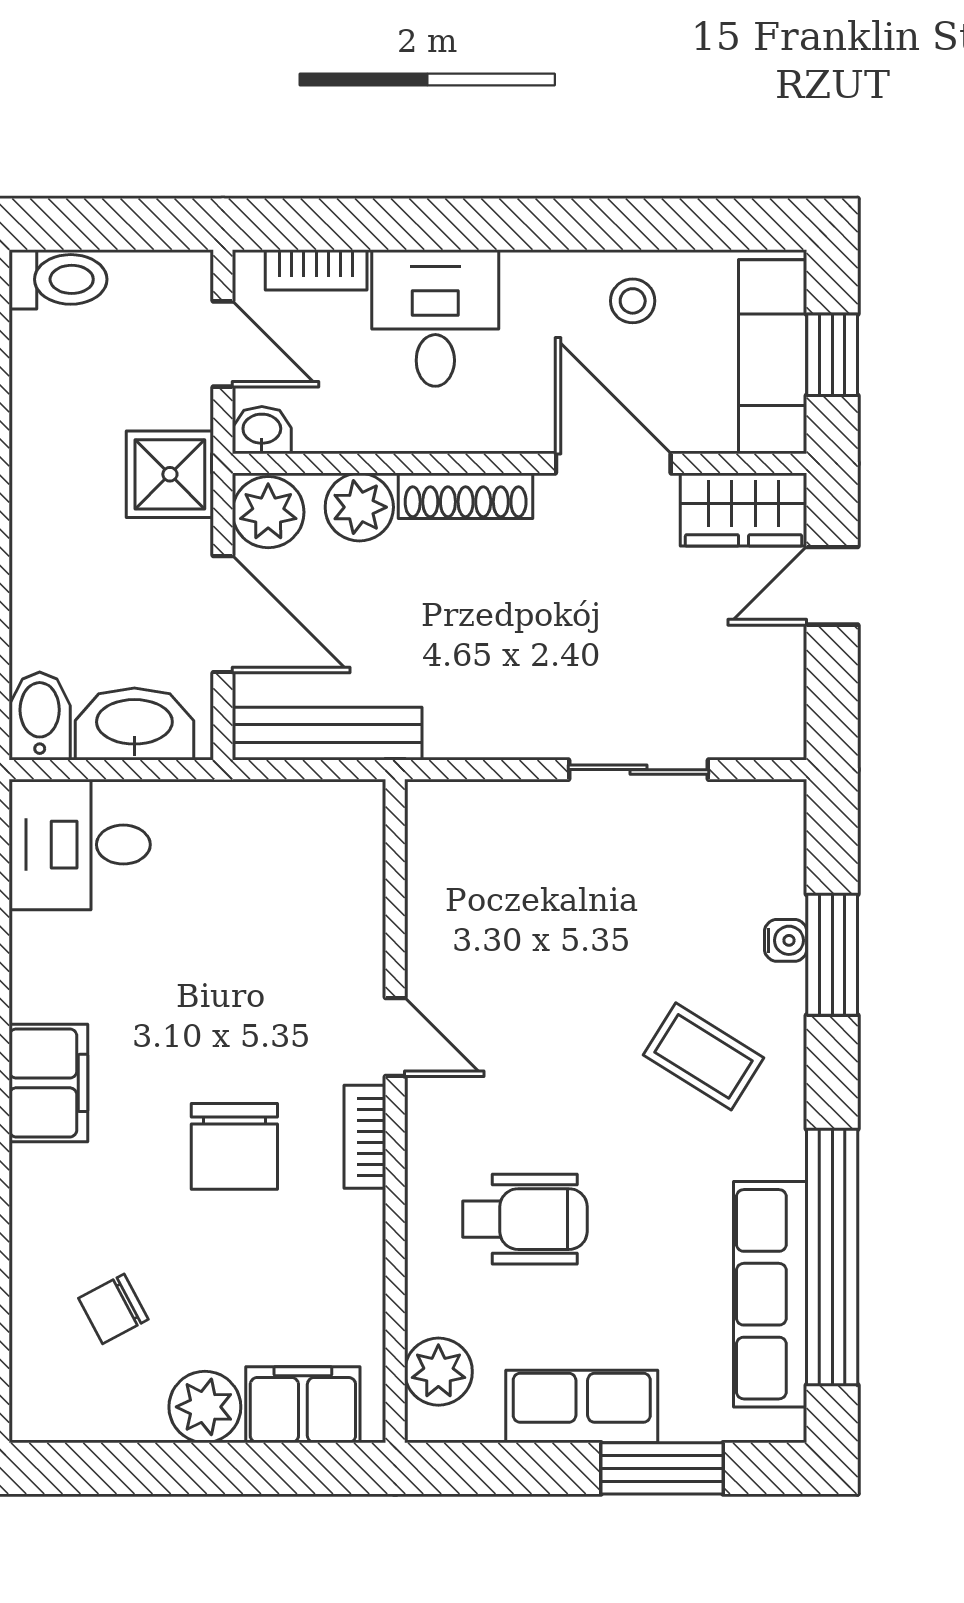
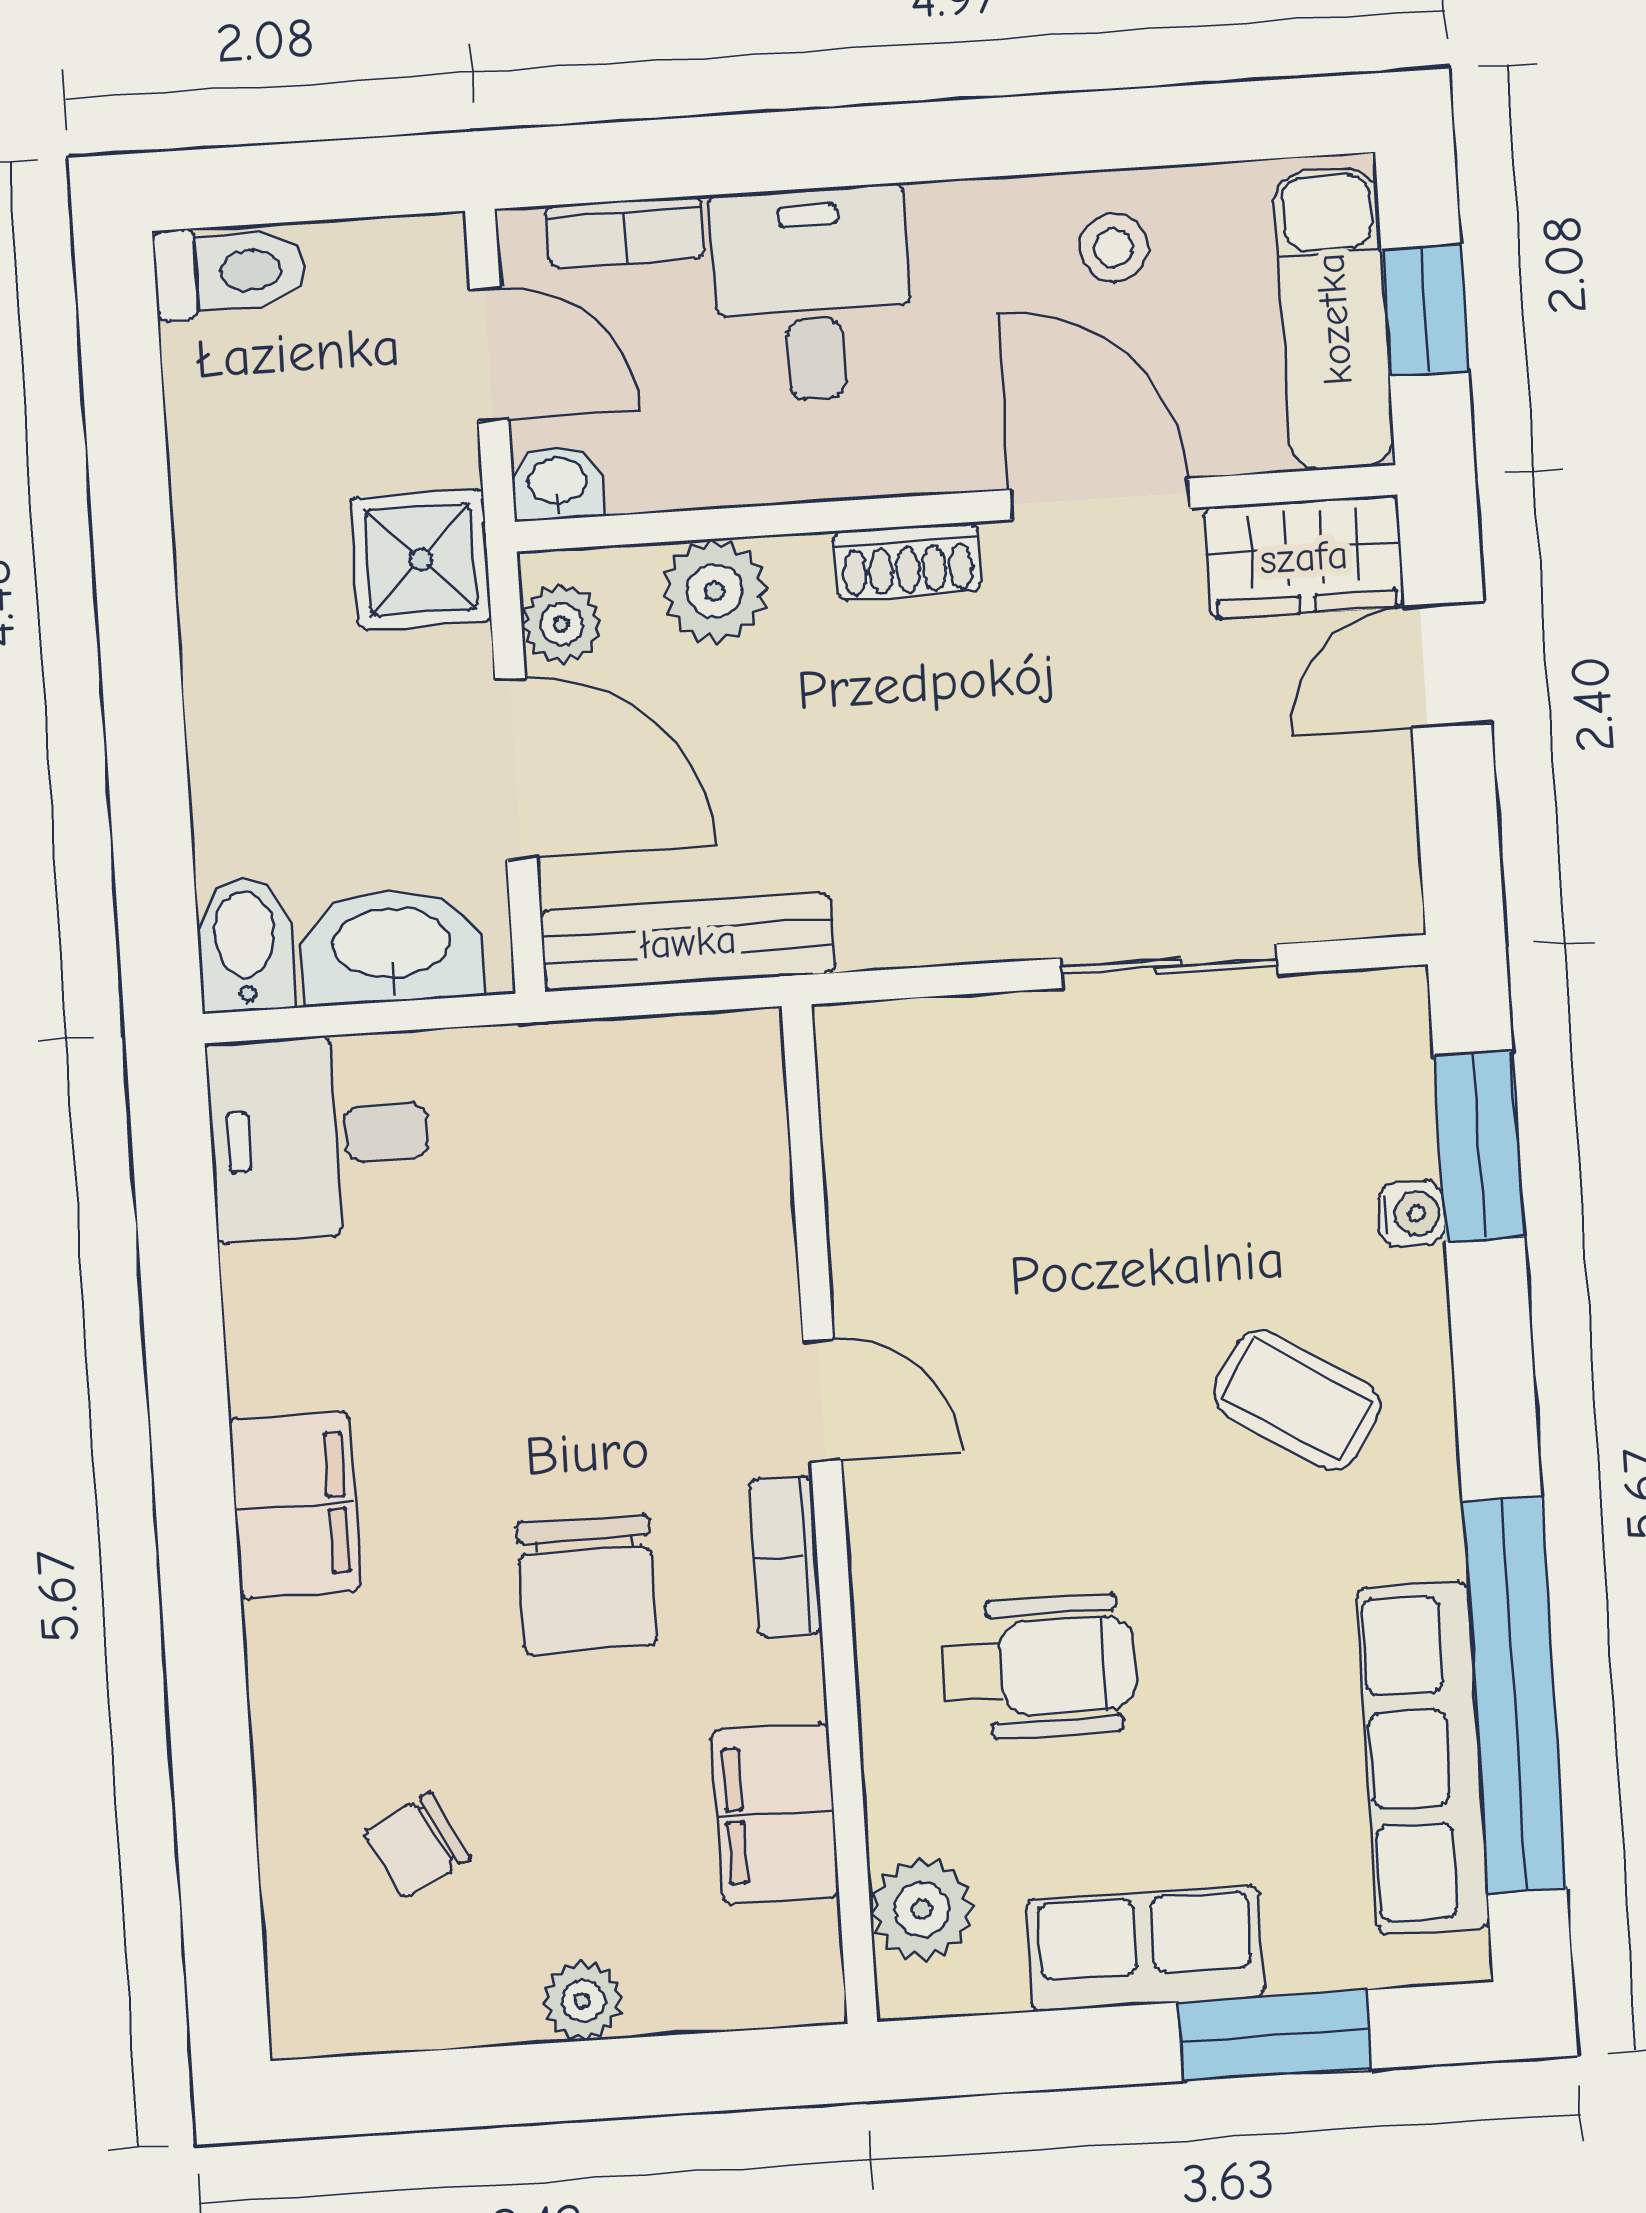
shoe rack: (466, 496) -> (907, 561), width x0.70
plant: (268, 512) -> (561, 624), width x0.73, depth x0.73
window: (832, 955) -> (1479, 1146), moved
filing cabinet: (303, 1405) -> (775, 1814), moved, turned -90
plant: (205, 1407) -> (583, 2001), width x0.73, depth x0.73

